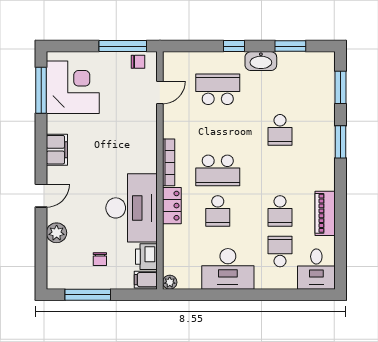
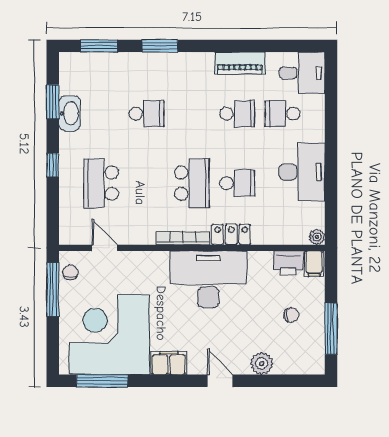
washbasin: (261, 61) -> (70, 113), moved
corner desk: (73, 87) -> (110, 335), width x1.36, depth x1.36
desk: (132, 208) -> (208, 280), moved

